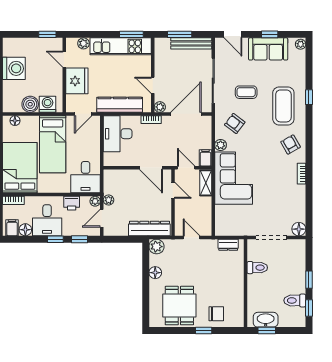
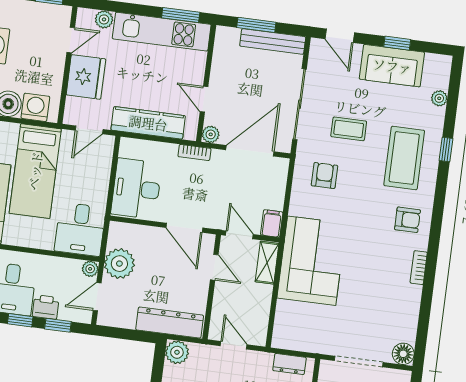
plant: (301, 44) -> (439, 98), moved
door: (64, 59) -> (71, 40), swing flipped
armchair: (235, 123) -> (324, 176), turned 53
desk: (118, 134) -> (136, 189), moved
armchair: (290, 144) -> (407, 220), turned 120
plant: (221, 145) -> (298, 206), removed
plant: (109, 200) -> (119, 264), width x1.88, depth x1.88
printer: (72, 203) -> (46, 307), moved, turned 180

